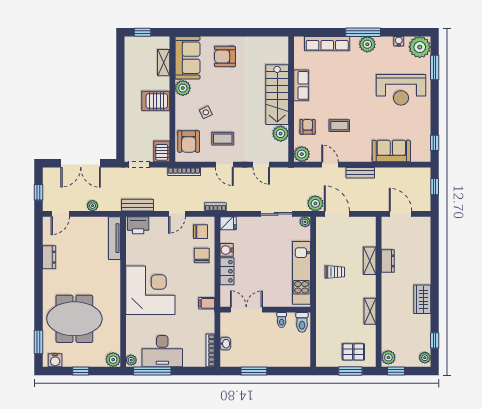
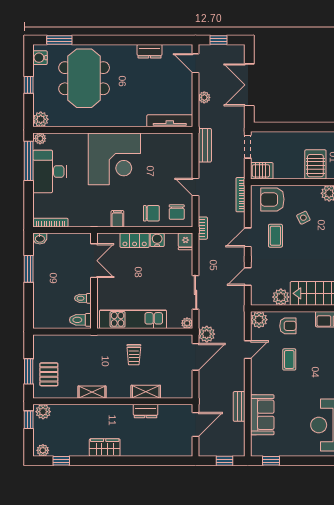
bench: (360, 173) -> (239, 406), moved
printer: (138, 225) -> (183, 146), removed
filing cabinet: (207, 303) -> (117, 219), moved
washbasin: (225, 344) -> (40, 238), moved

